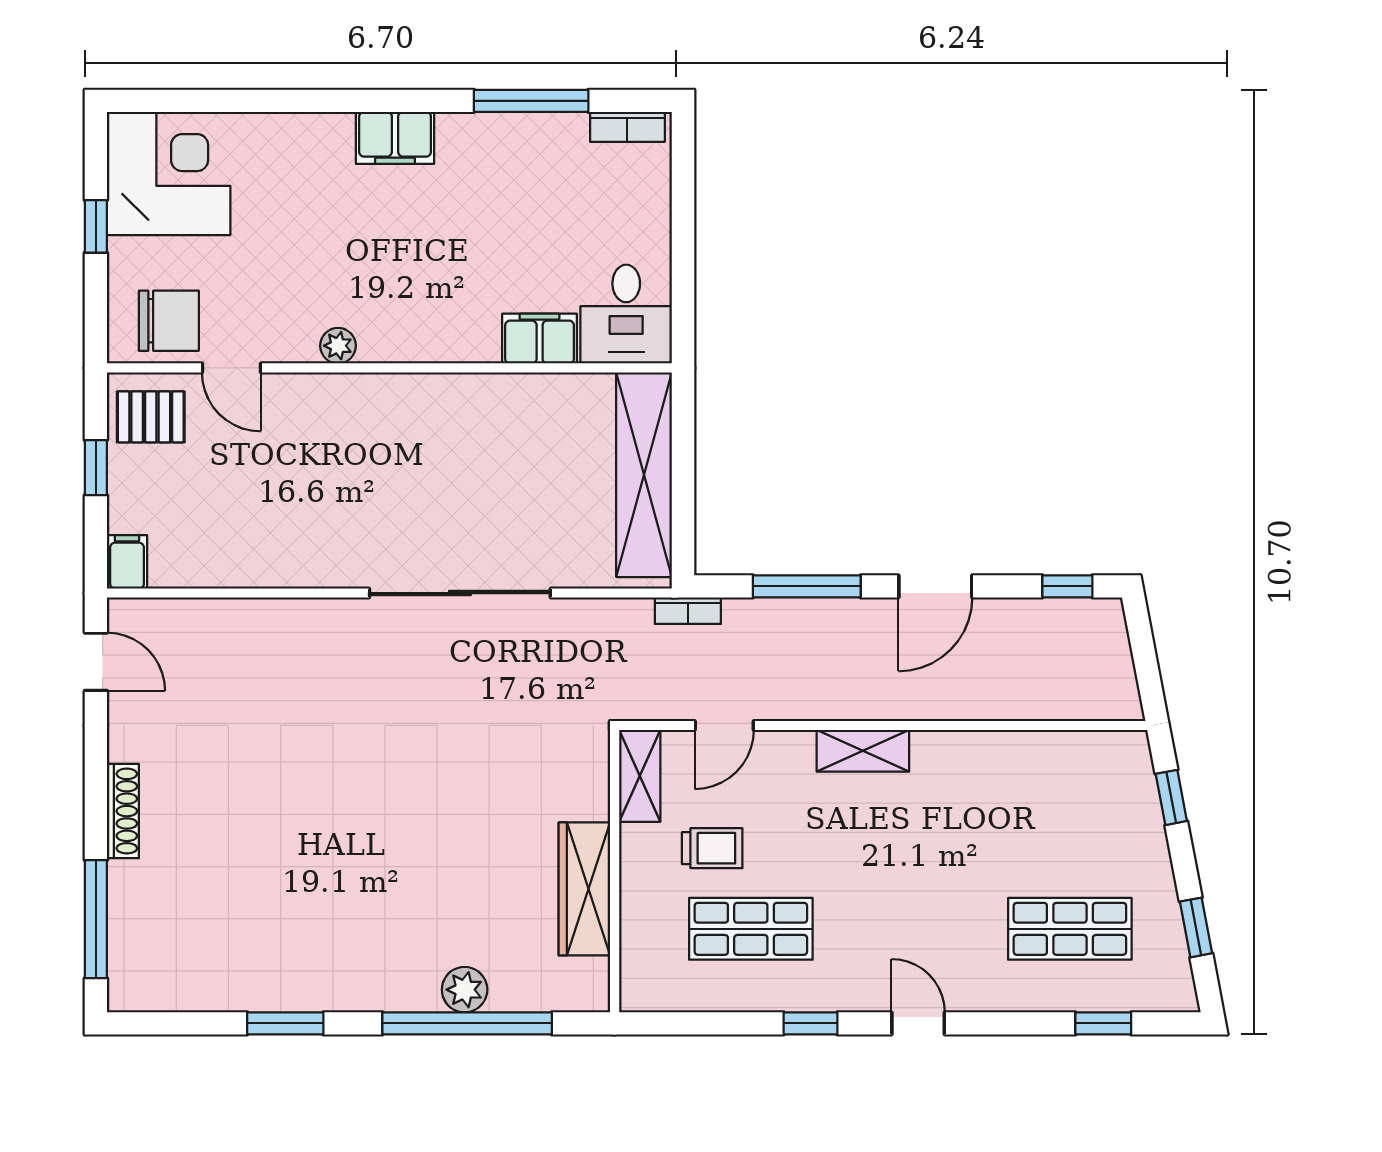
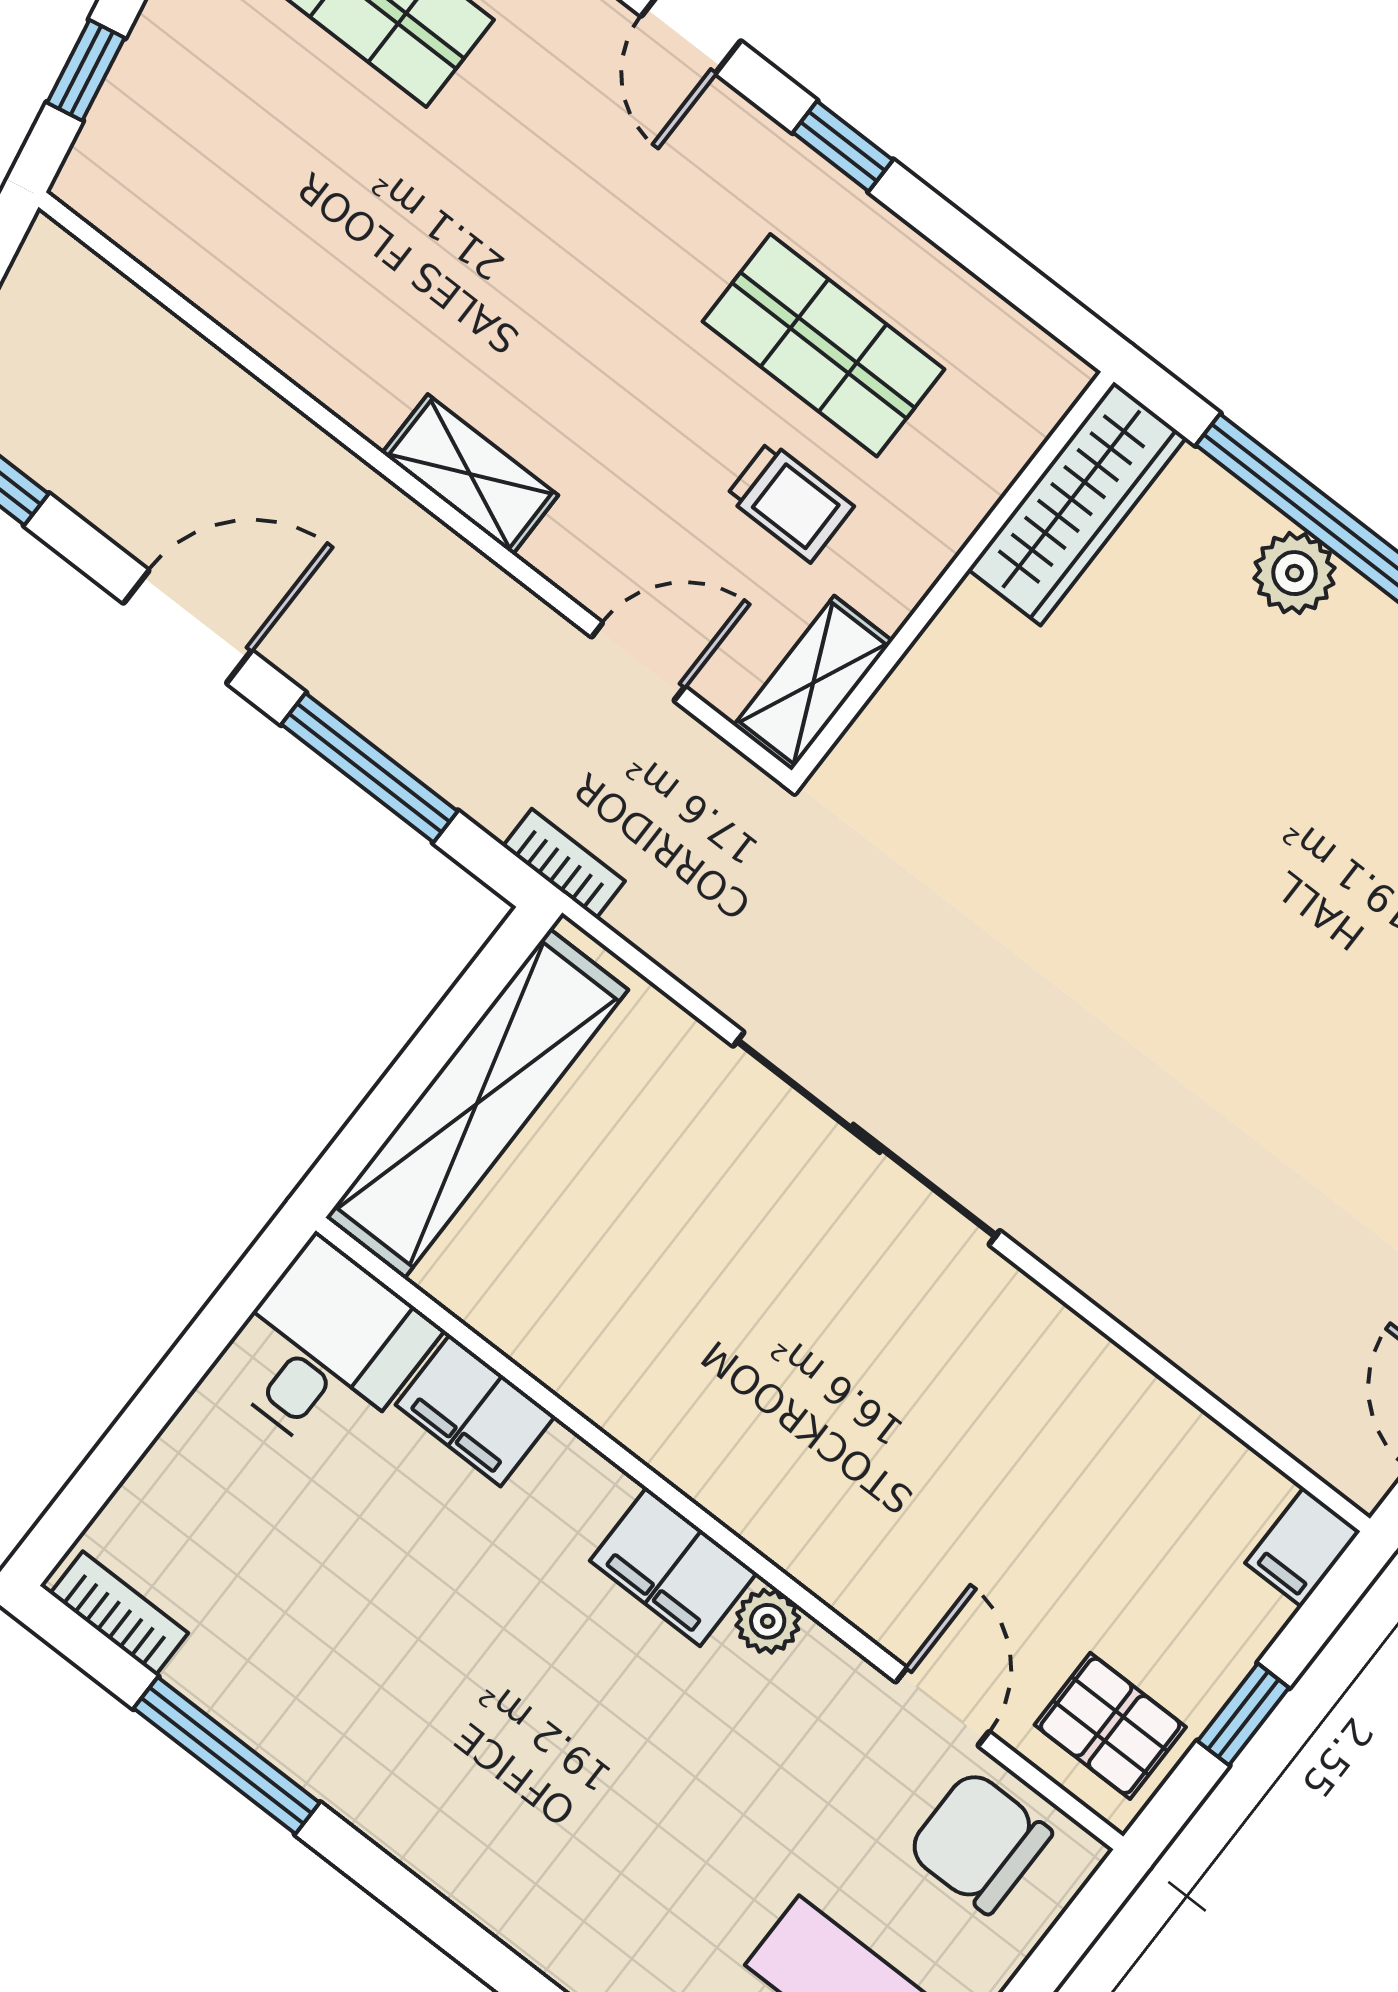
filing cabinet: (395, 138) -> (673, 1567), moved, turned 180
trolley: (712, 848) -> (790, 502), turned 180
wardrobe: (584, 889) -> (1077, 504), moved

